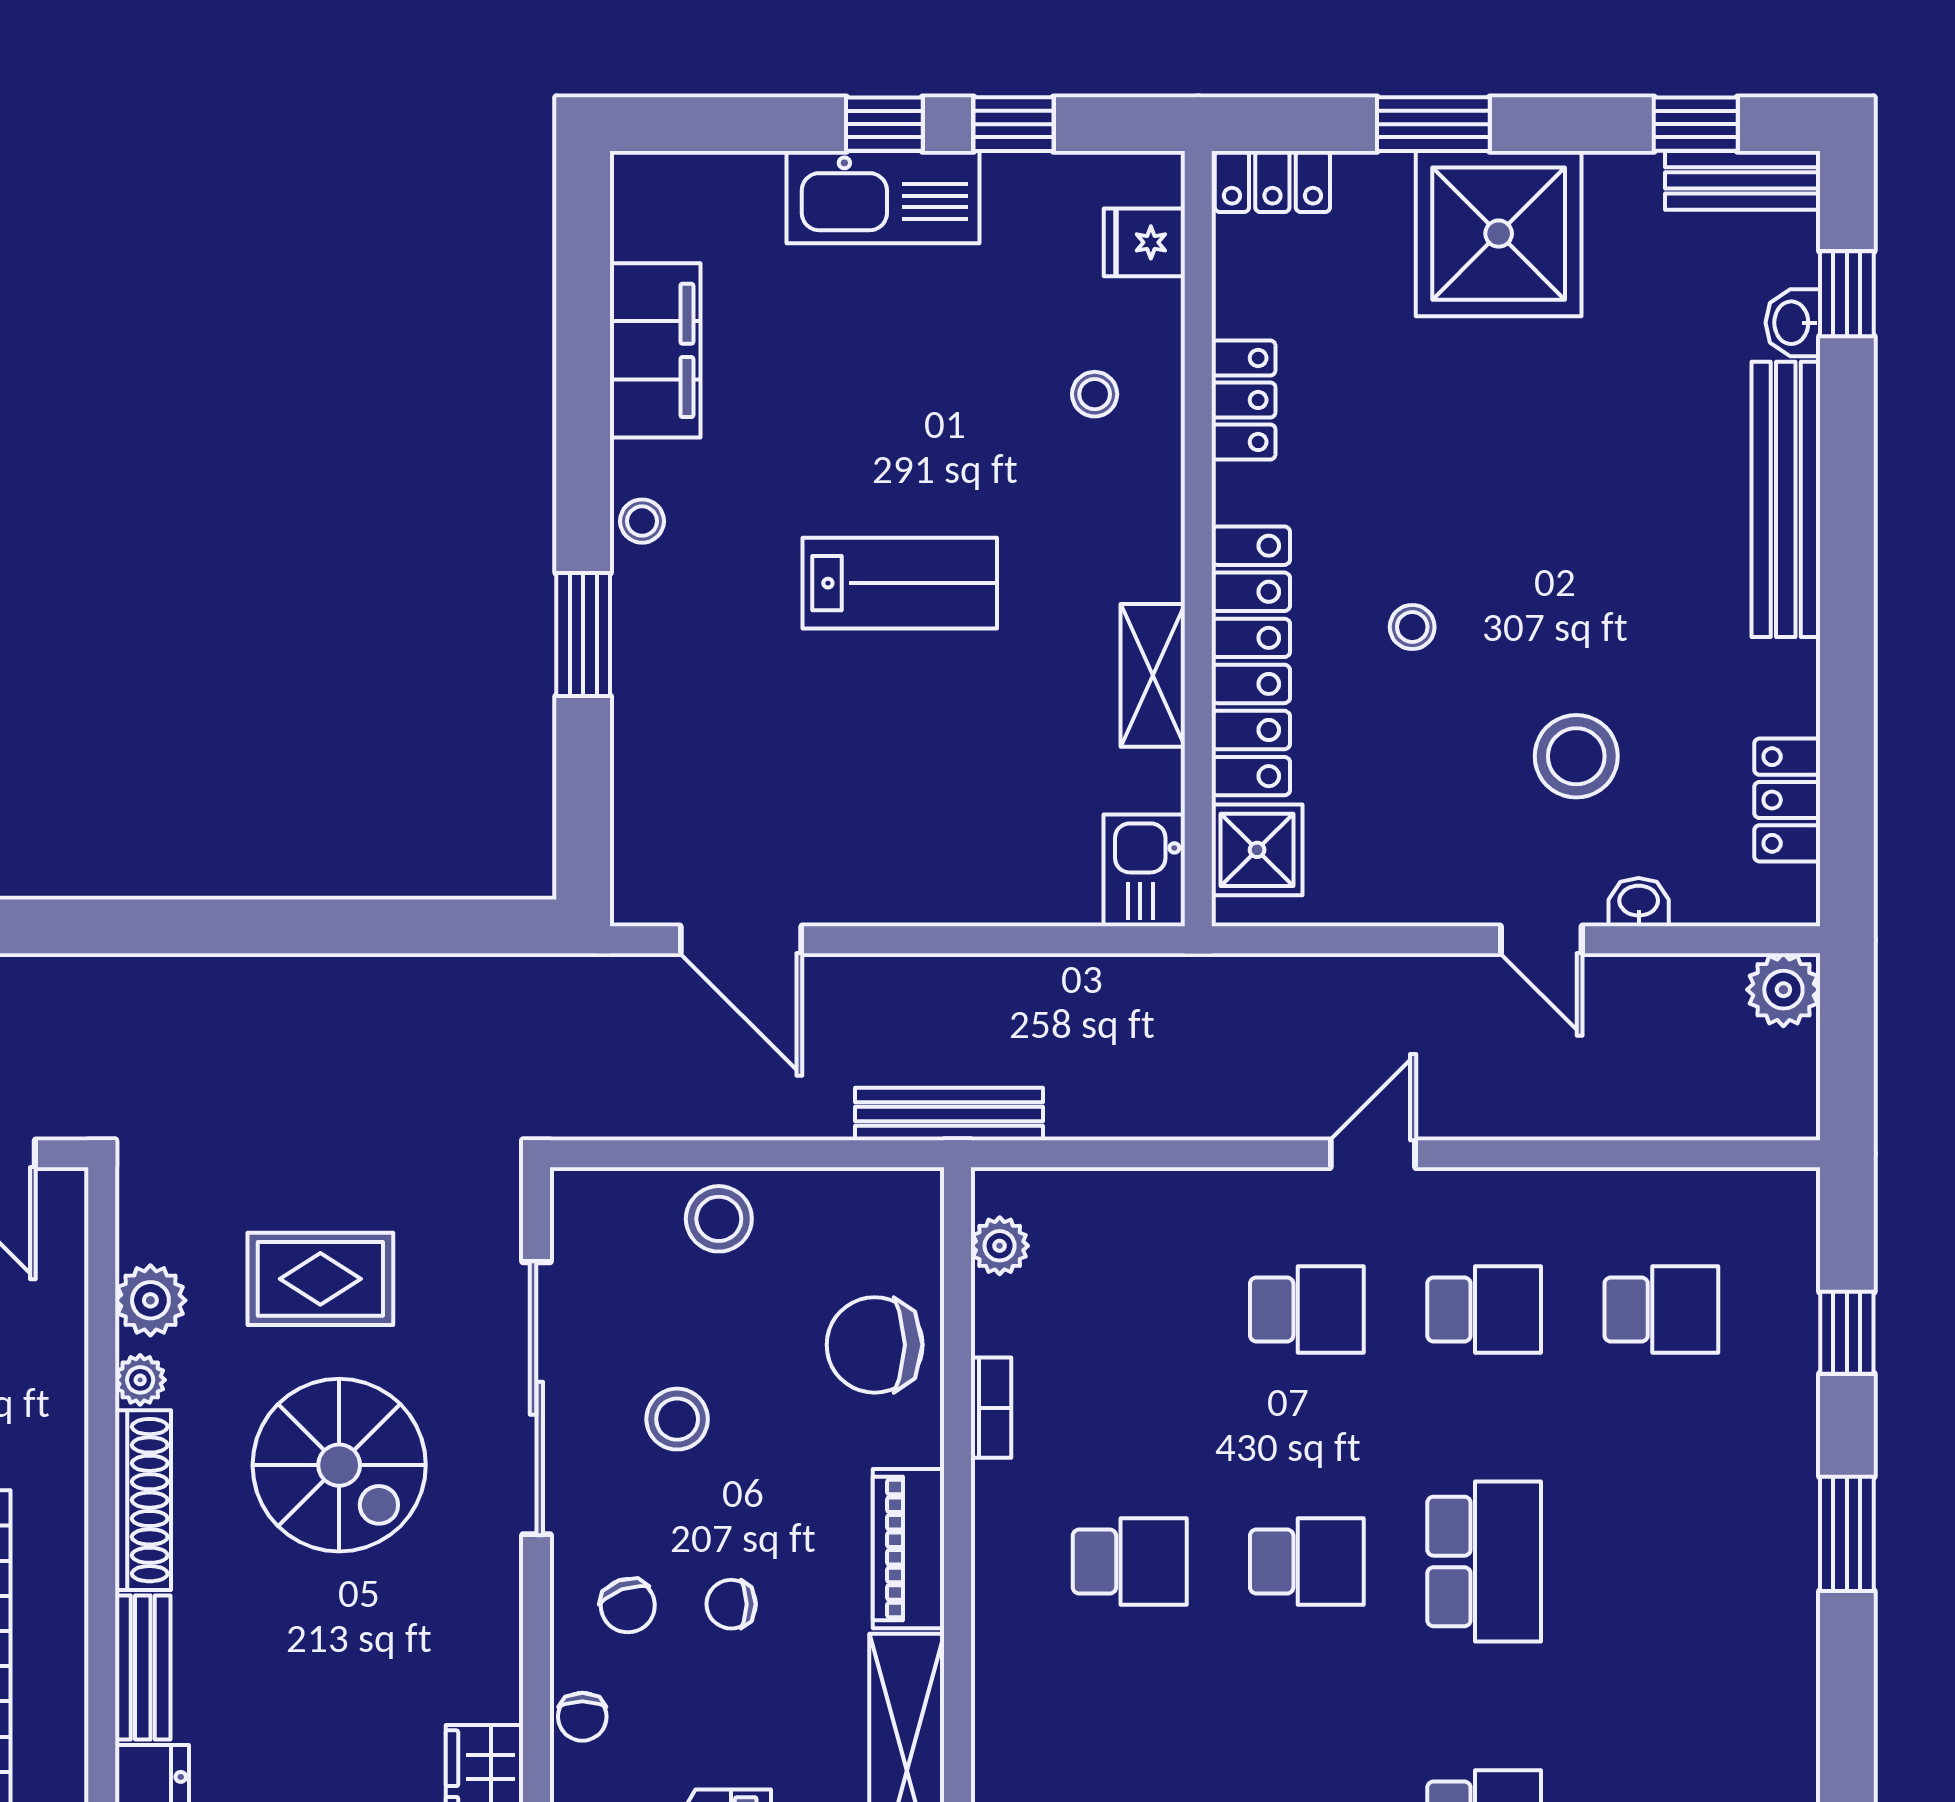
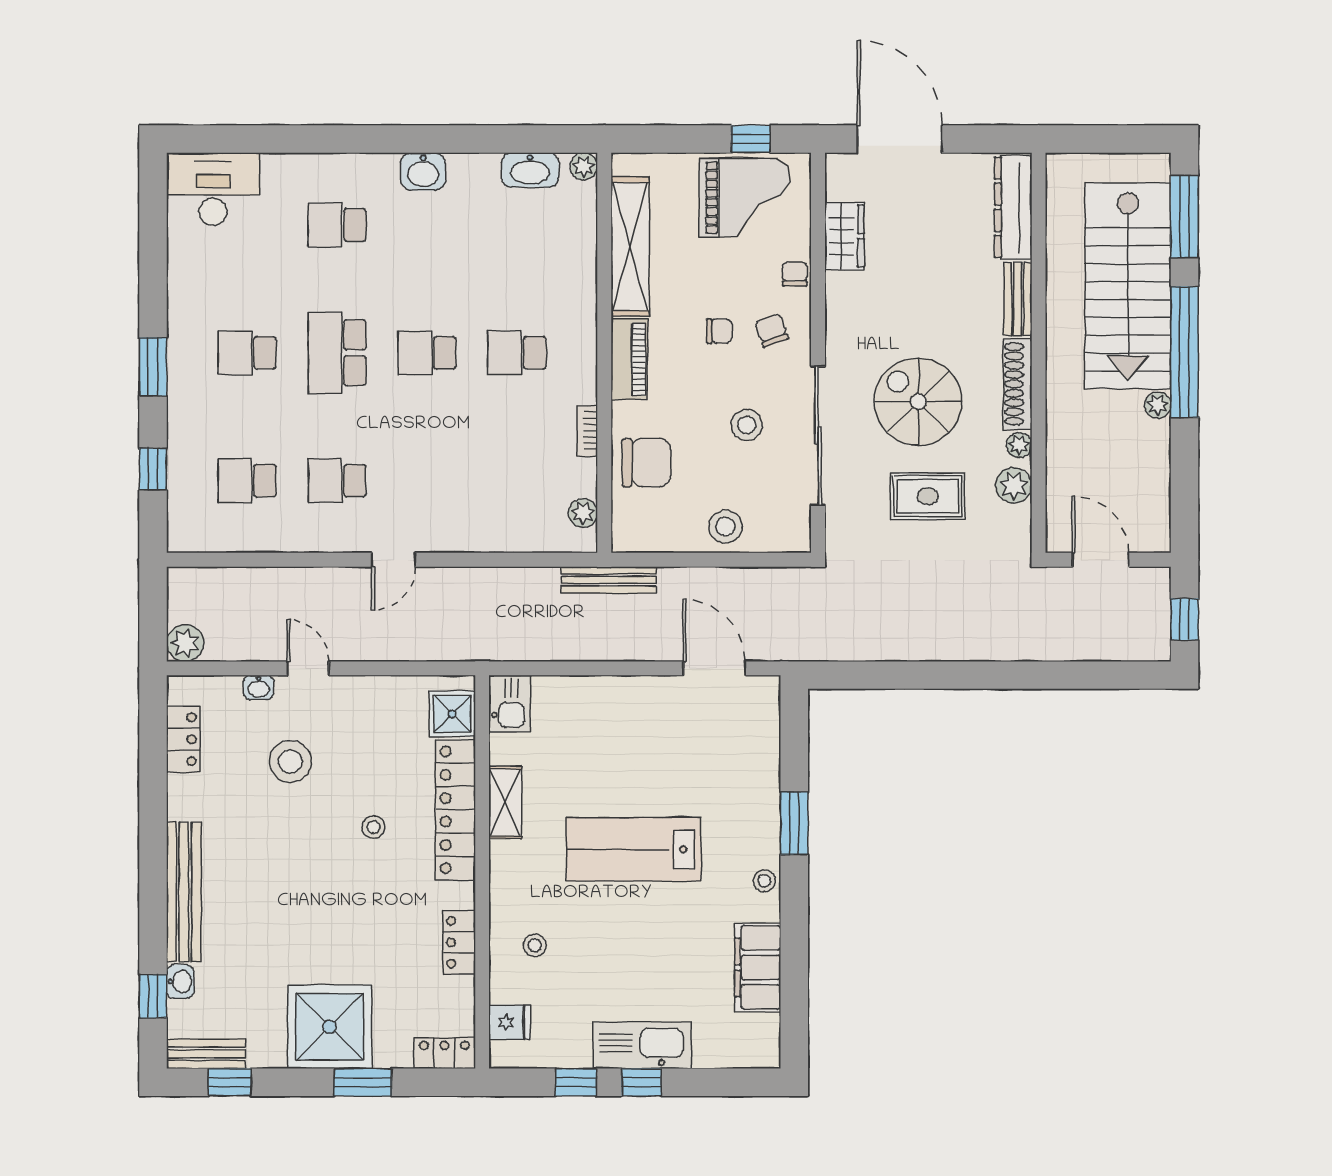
lab bench: (900, 583) -> (634, 849), width x1.36, depth x1.39
school desk: (1307, 1309) -> (247, 353), moved

